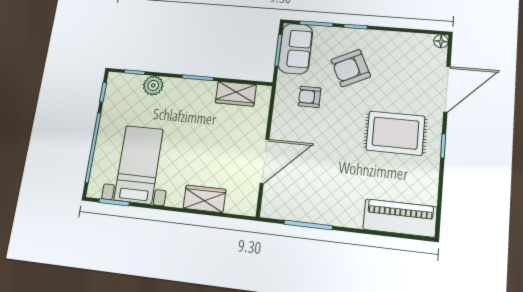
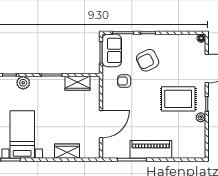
plant: (431, 167) -> (201, 117), added
piano: (400, 218) -> (151, 149), moved

